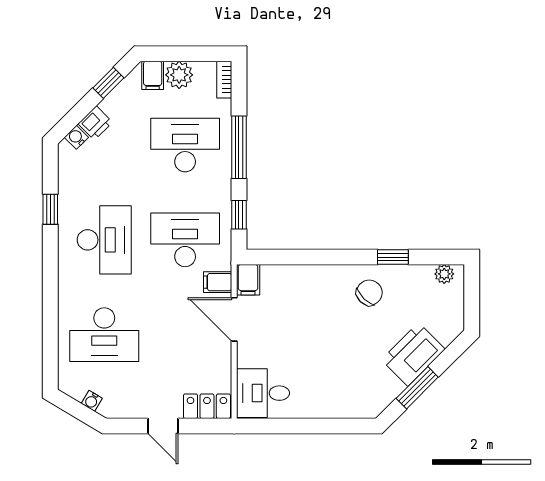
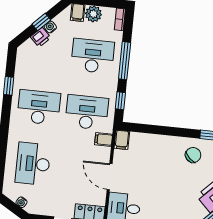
window: (108, 83) -> (41, 22), moved
water cooler: (76, 137) -> (50, 27), moved
desk: (104, 240) -> (39, 107), turned -90
door: (234, 319) -> (110, 177), moved
desk: (104, 335) -> (33, 164), turned 90

